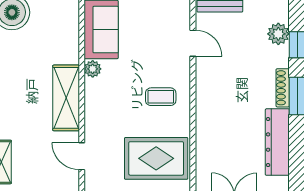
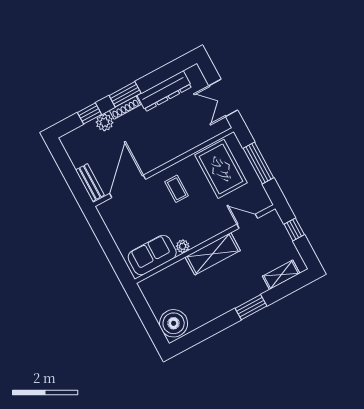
plant: (278, 34) -> (105, 122), moved
door: (193, 43) -> (128, 186), width x1.87
door: (82, 156) -> (247, 221), swing flipped

